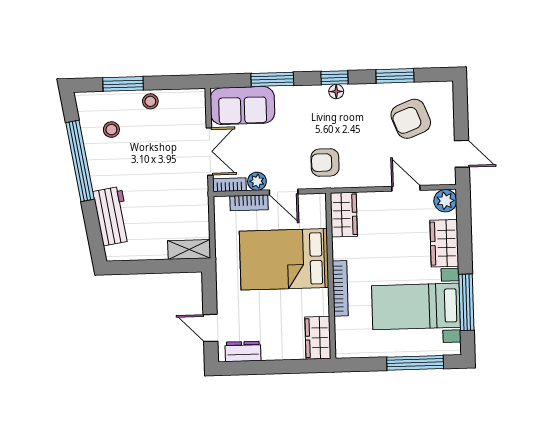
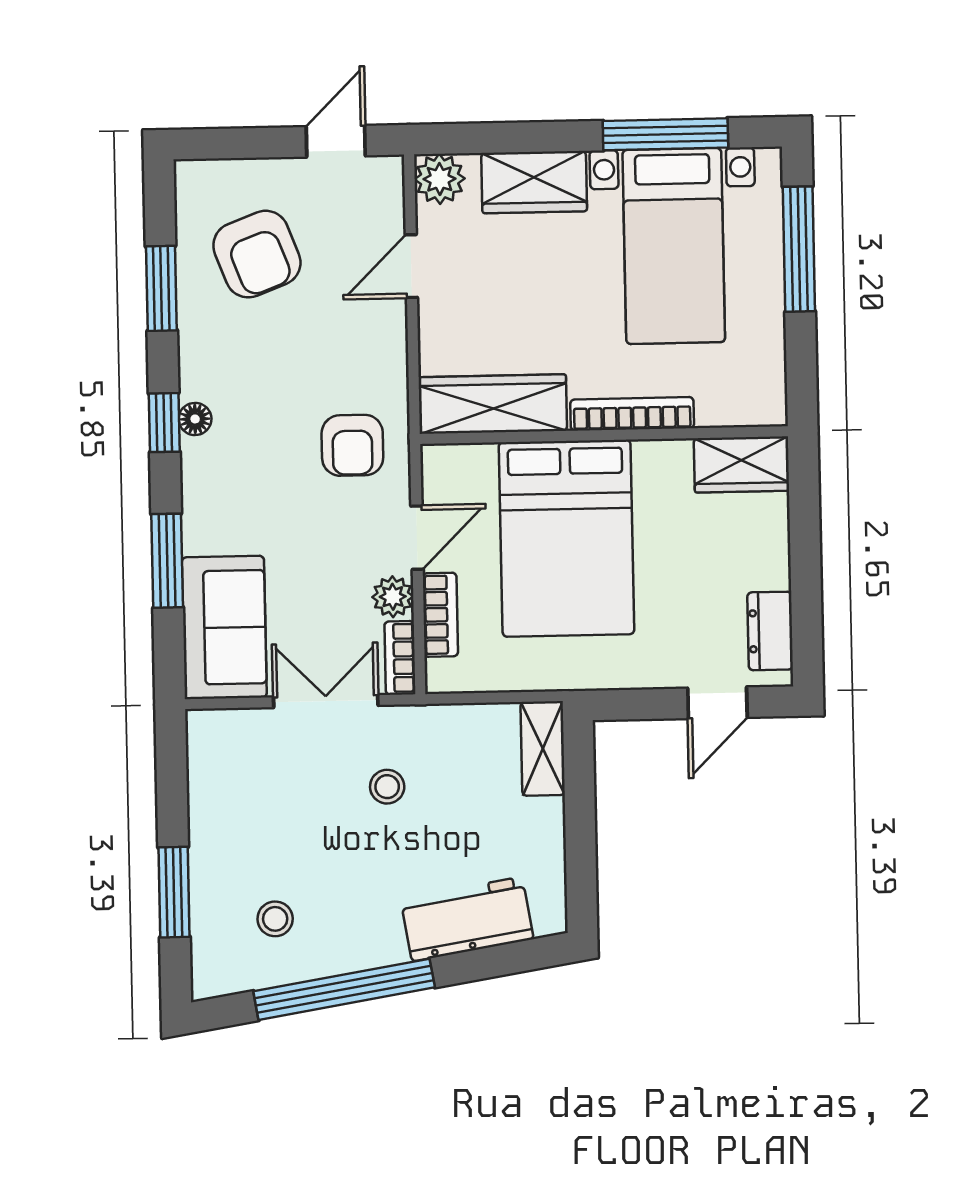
stool: (150, 101) -> (387, 787), moved
wardrobe: (344, 215) -> (493, 404), width x1.50

